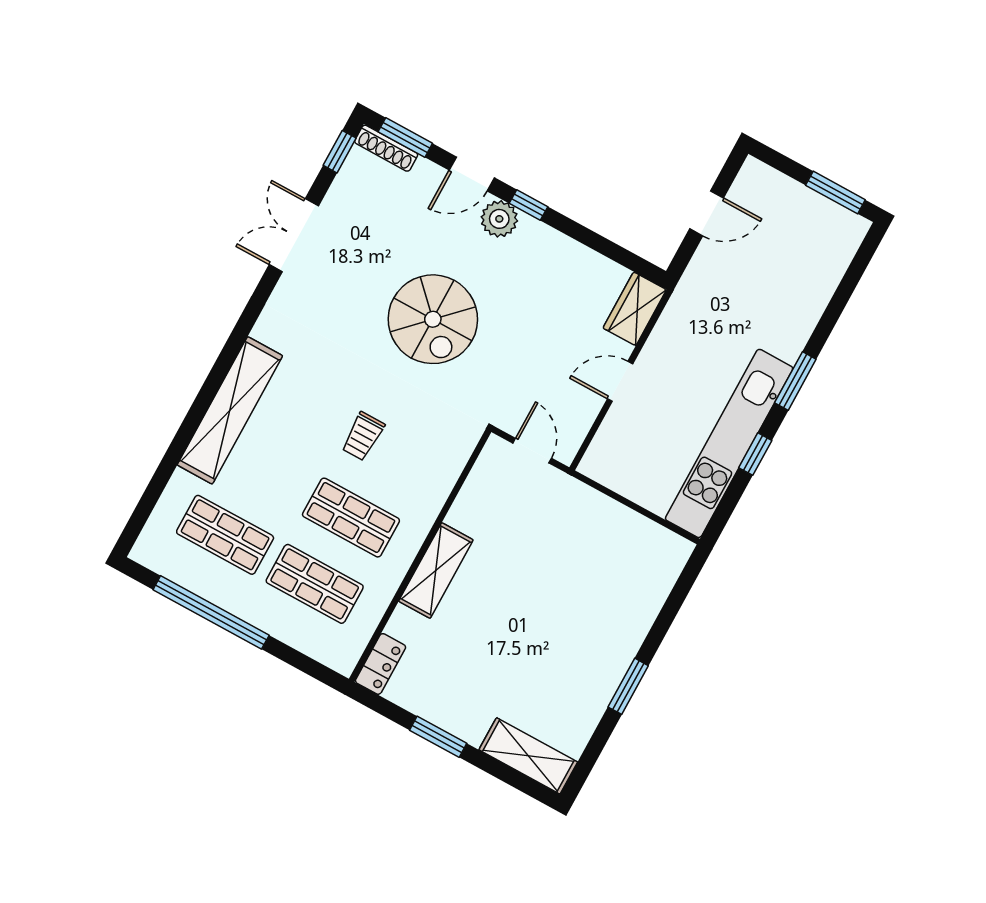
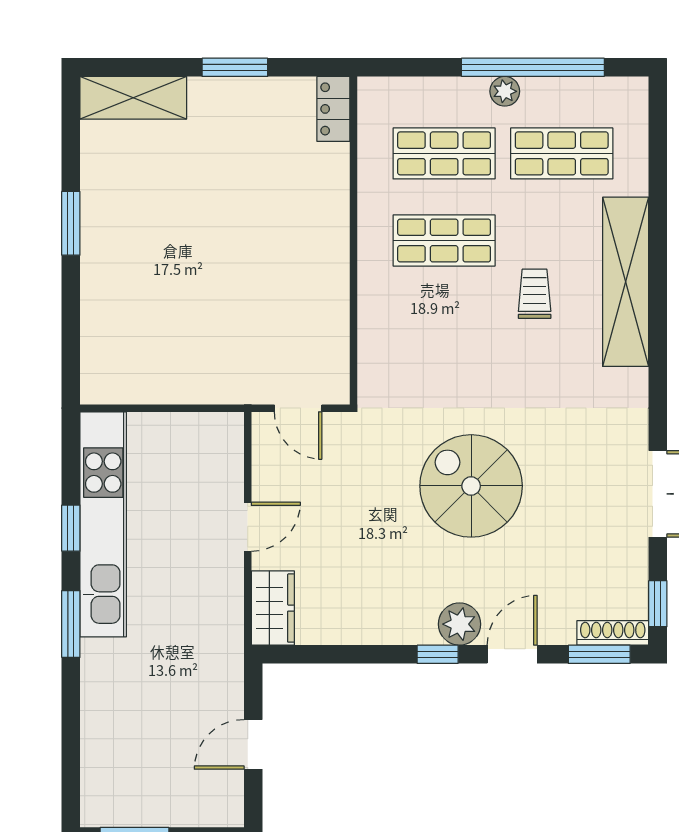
trolley: (363, 436) -> (535, 294), moved
shelving: (436, 570) -> (329, 234), removed
plant: (243, 606) -> (505, 91), added

